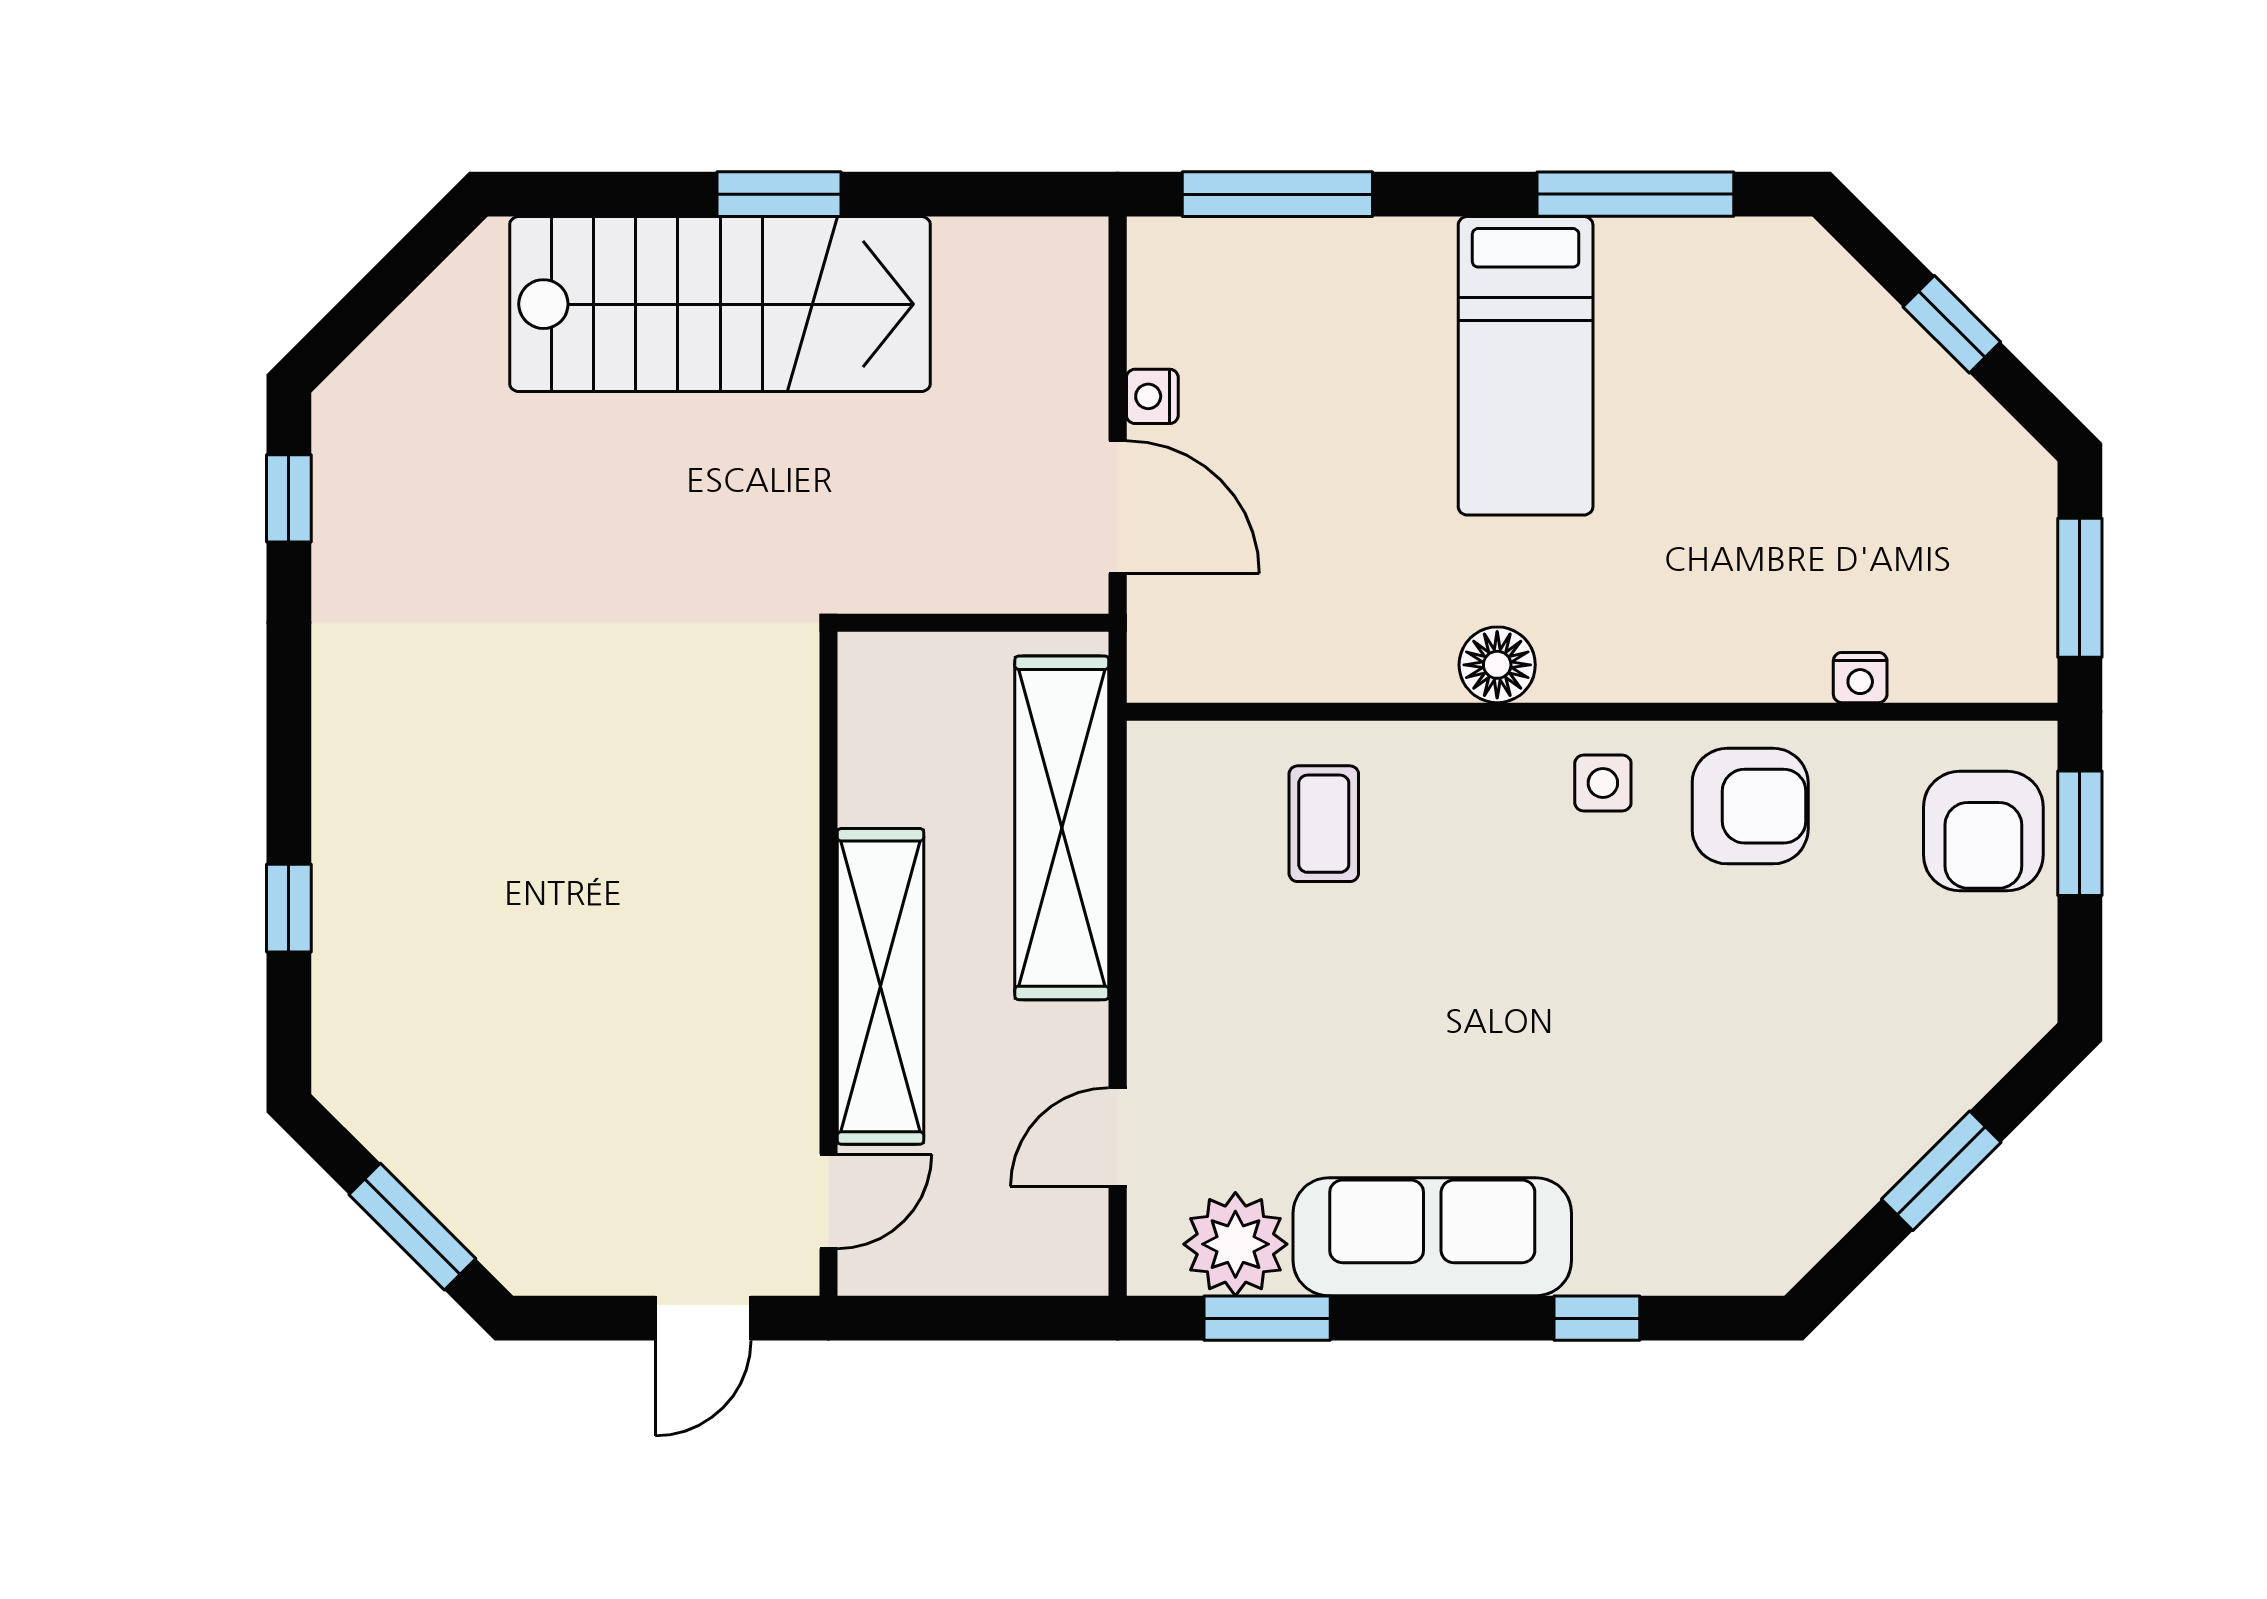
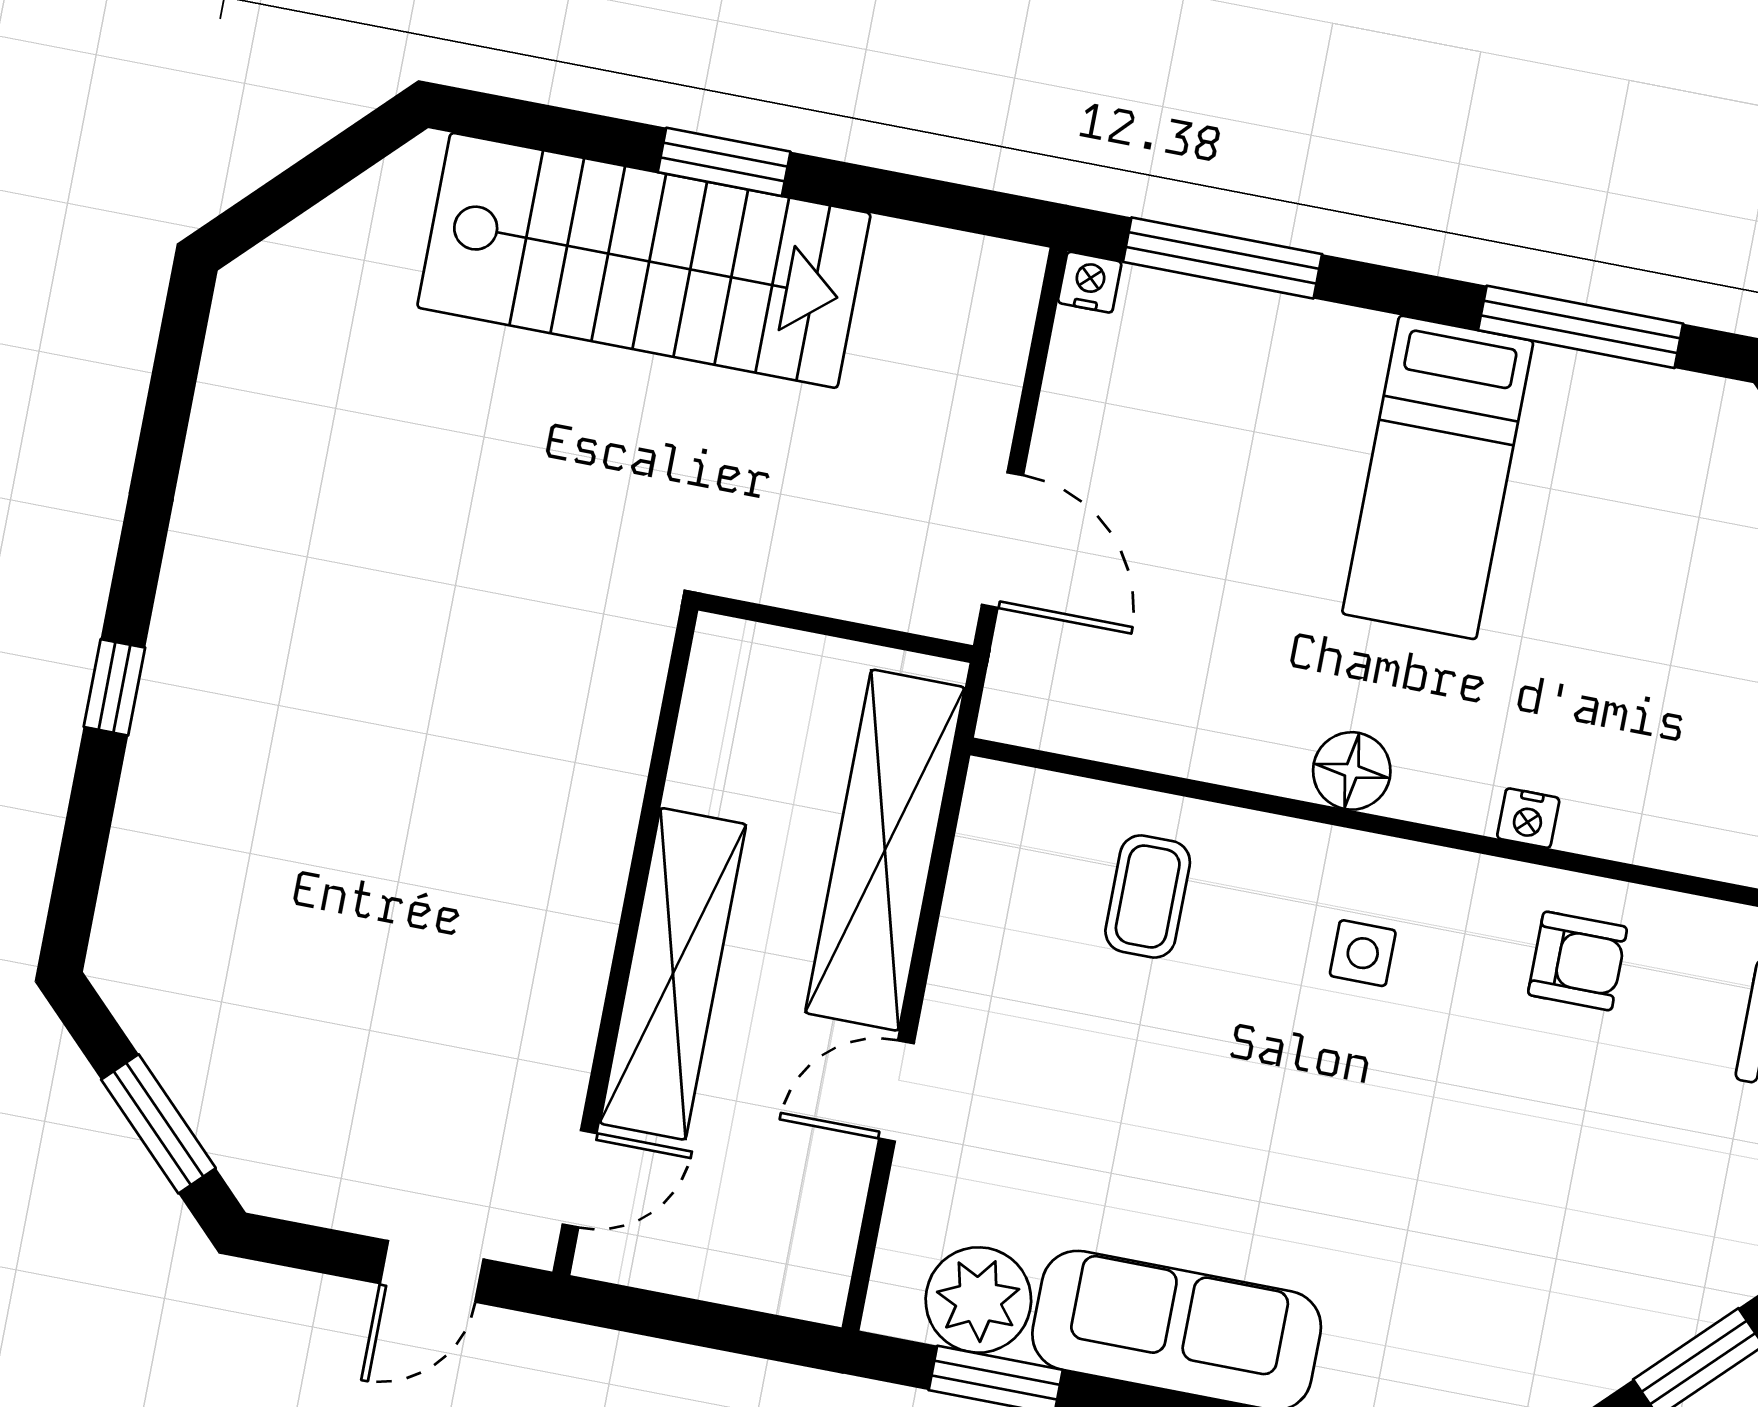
nightstand: (1152, 396) -> (1090, 282), moved, turned 90
window: (289, 498) -> (175, 372), removed
nightstand: (1860, 678) -> (1528, 818), moved
side table: (1603, 783) -> (1363, 953), moved
armchair: (1750, 806) -> (1578, 961), width x0.72, depth x0.72
window: (289, 908) -> (114, 687), moved
door: (1118, 1137) -> (896, 1091), moved

